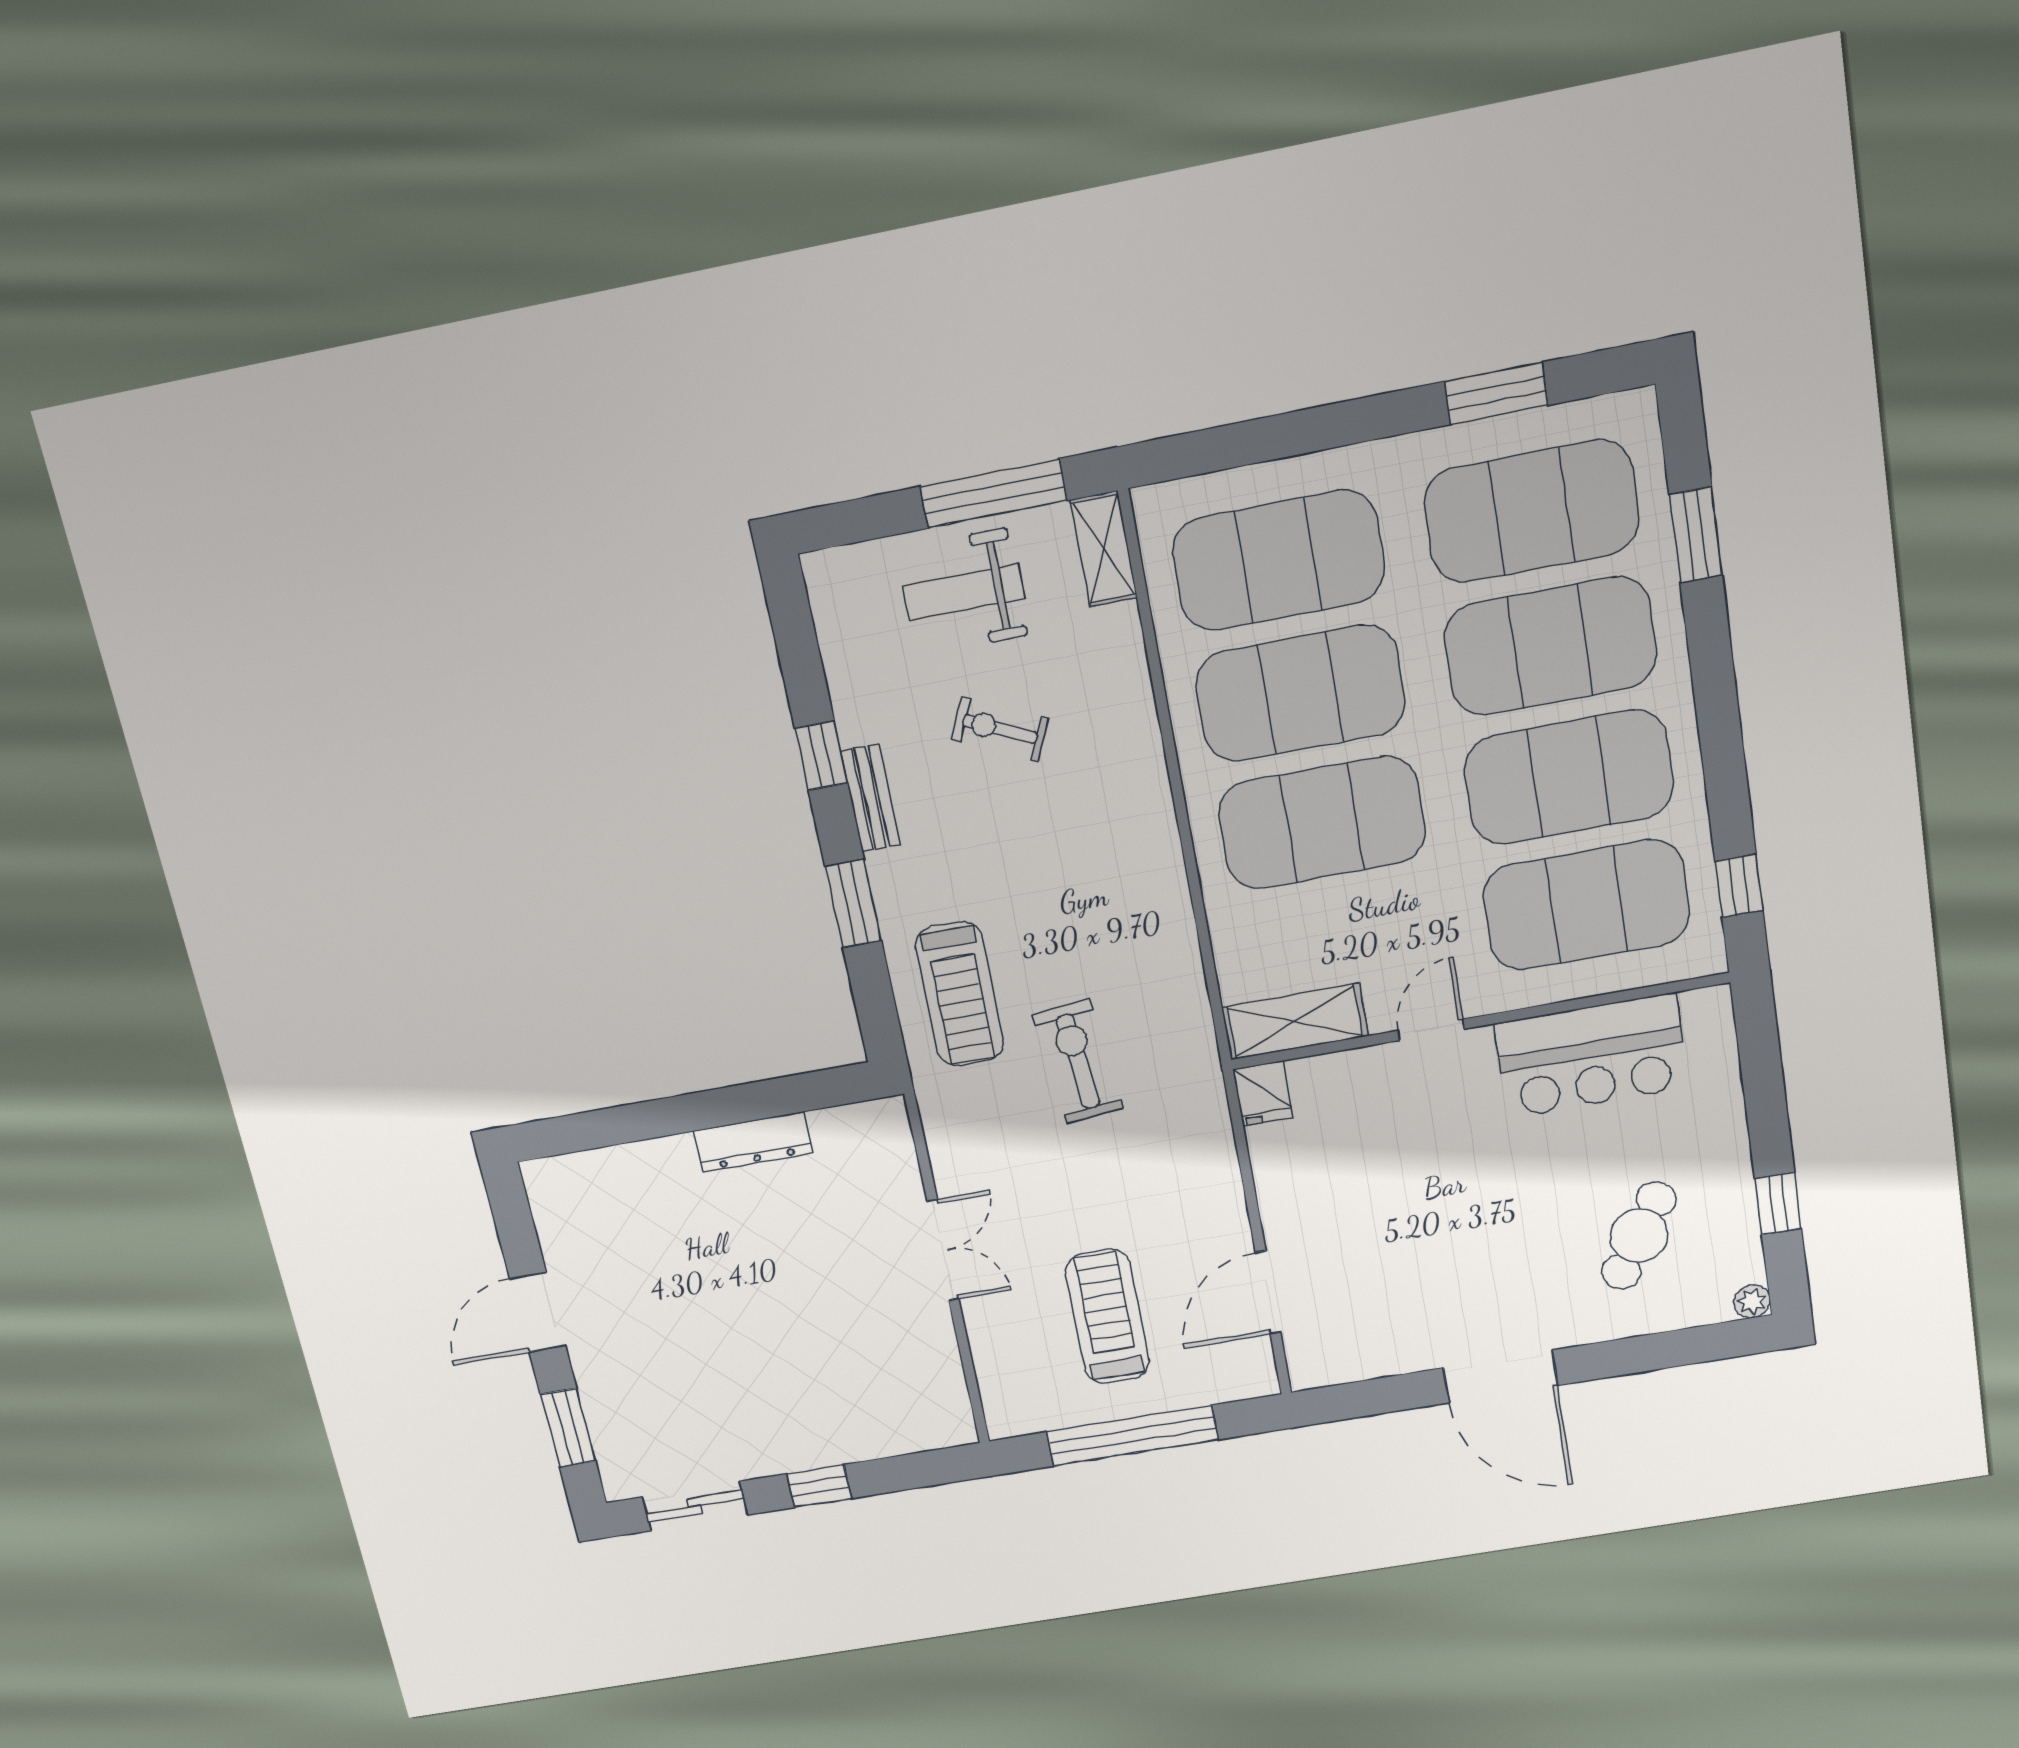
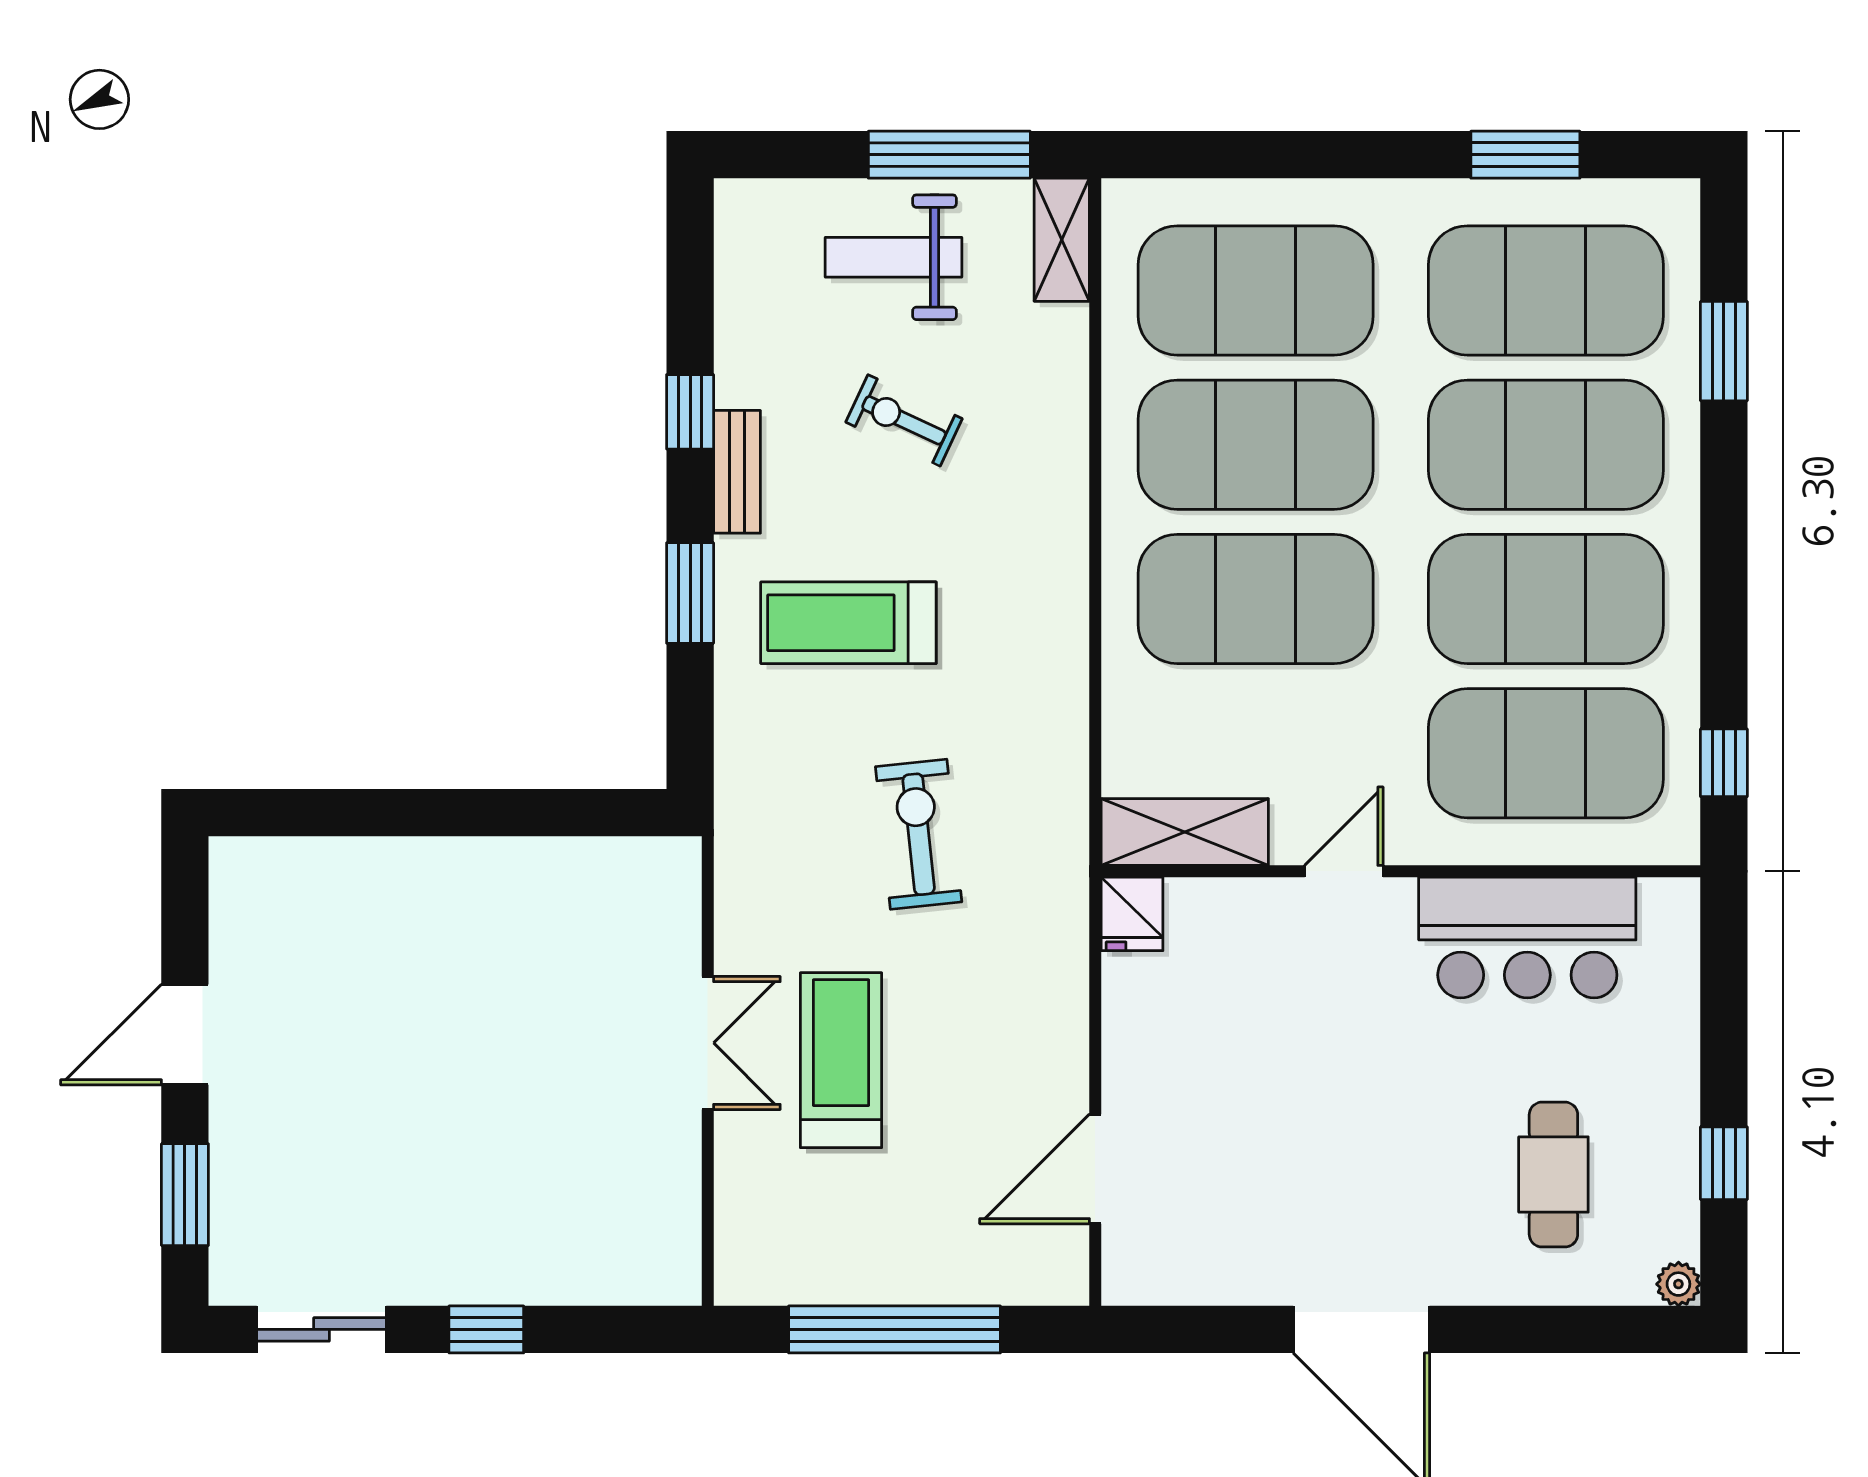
treadmill: (960, 994) -> (848, 623), moved, turned 90
dresser: (753, 1142) -> (505, 863), removed
cafe table: (1639, 1236) -> (1553, 1175), turned -32
treadmill: (1107, 1317) -> (841, 1060), moved

